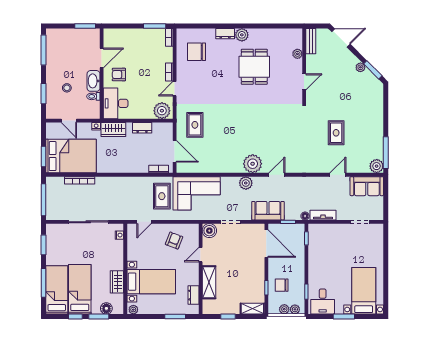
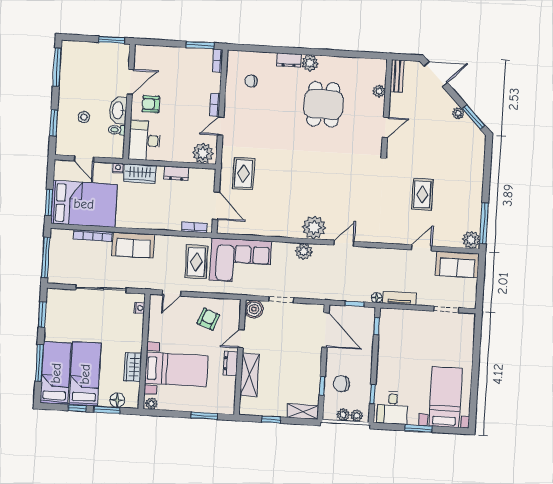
chair: (196, 52) -> (251, 81), width x0.54, depth x0.54
sofa: (268, 211) -> (133, 245), moved, turned 180
dresser: (193, 295) -> (231, 363), moved

